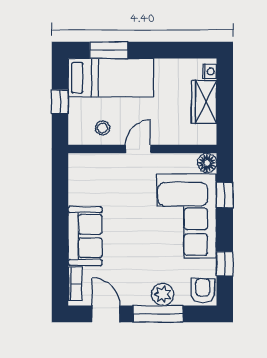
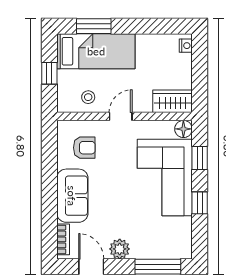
wardrobe: (204, 102) -> (173, 101), moved, turned 90
window: (225, 264) -> (200, 203), moved
armchair: (203, 291) -> (84, 148), moved, turned 90
plant: (163, 294) -> (120, 249), moved
window: (158, 314) -> (158, 267), moved

